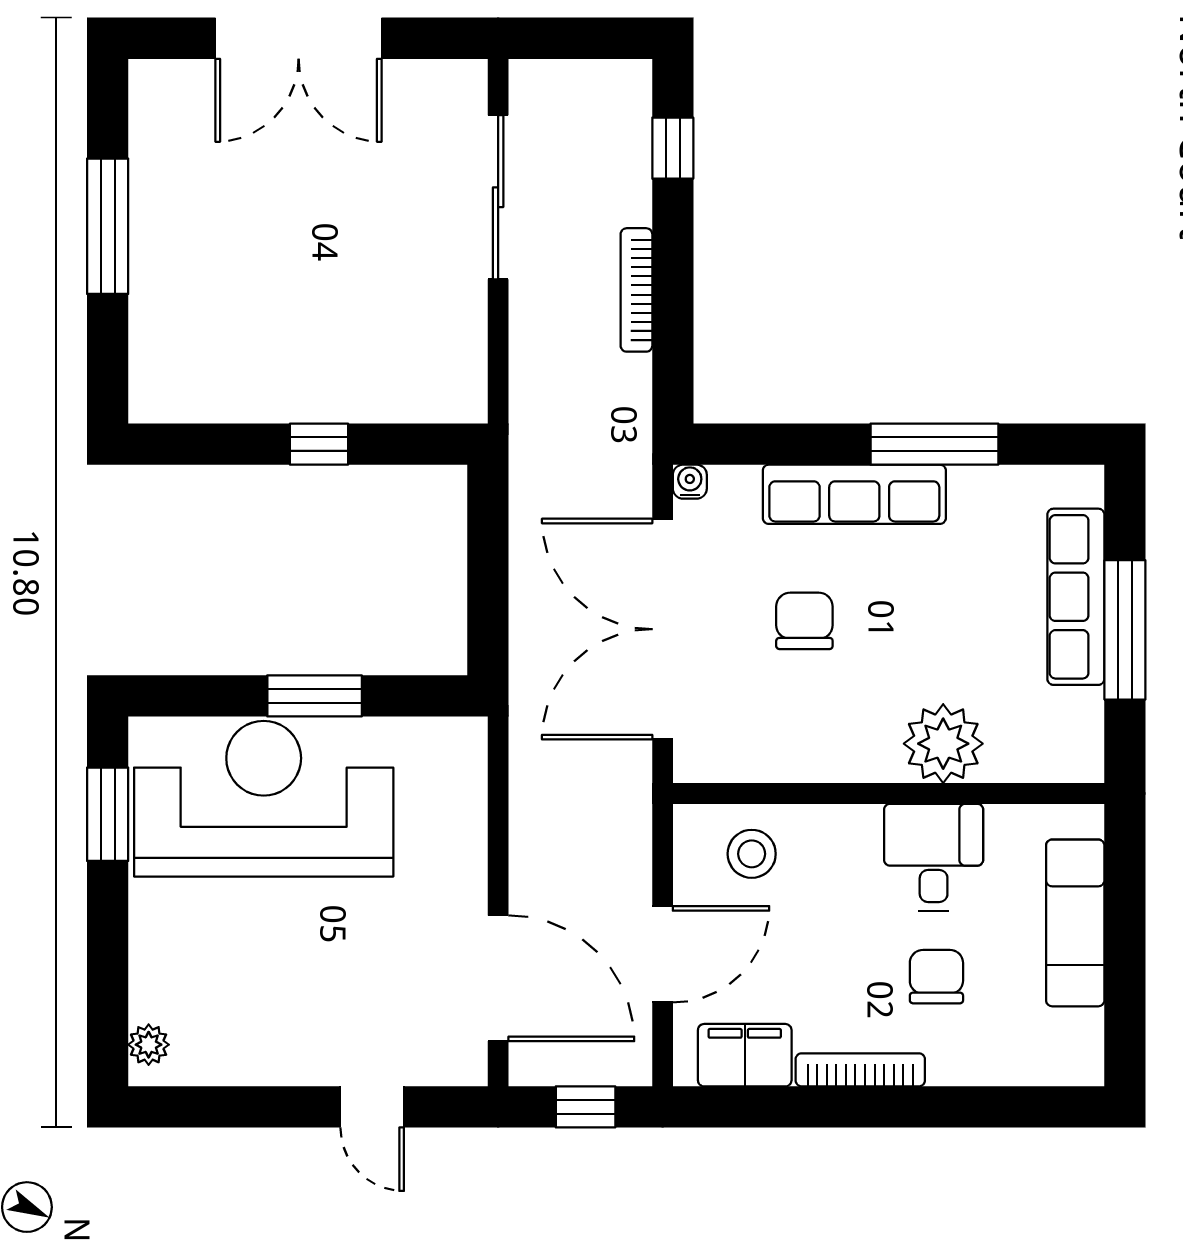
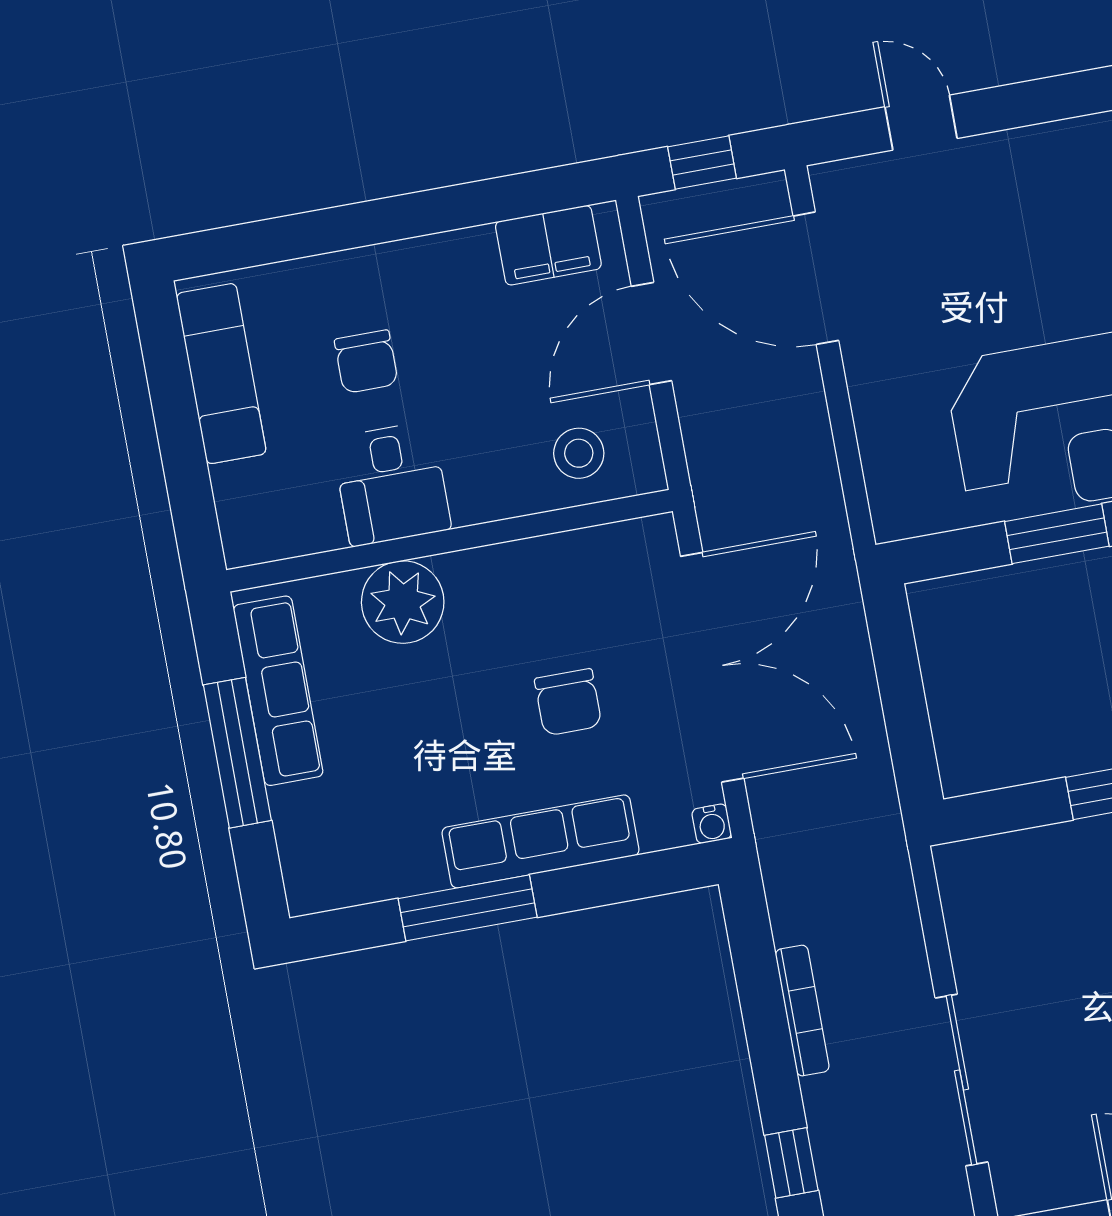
row of seats: (1076, 597) -> (278, 691), moved
exam couch: (1075, 923) -> (221, 374), moved
bookcase: (860, 1070) -> (427, 252), removed

